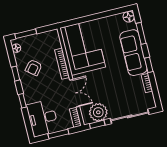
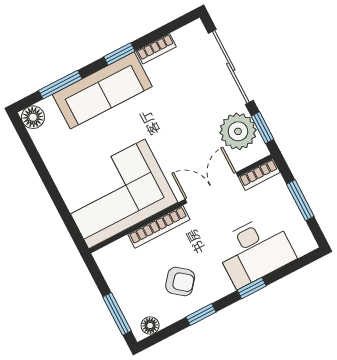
desk: (43, 118) -> (255, 251), moved

